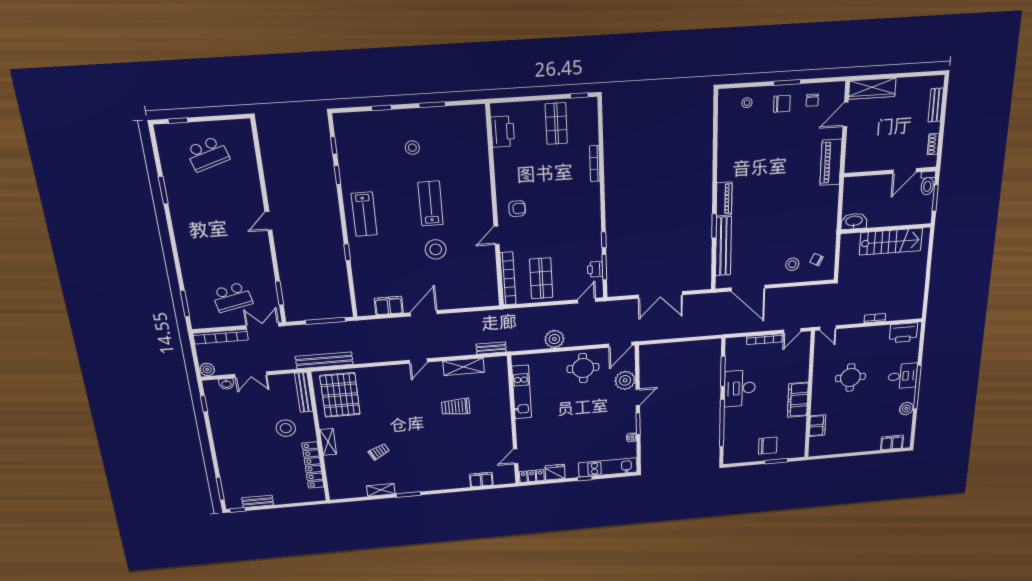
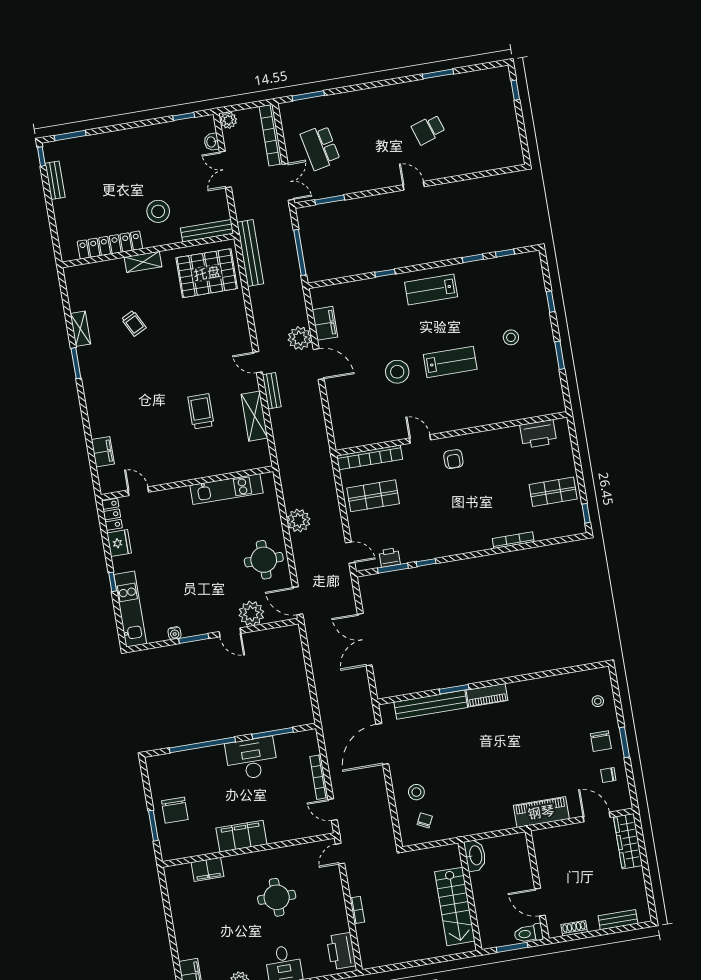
school desk: (207, 154) -> (428, 129), moved, width x0.54
plant: (400, 327) -> (300, 338), added
bench: (491, 348) -> (272, 391), moved

